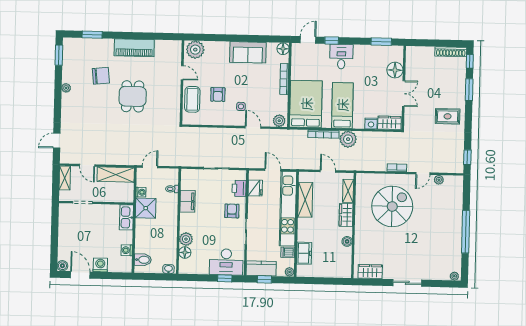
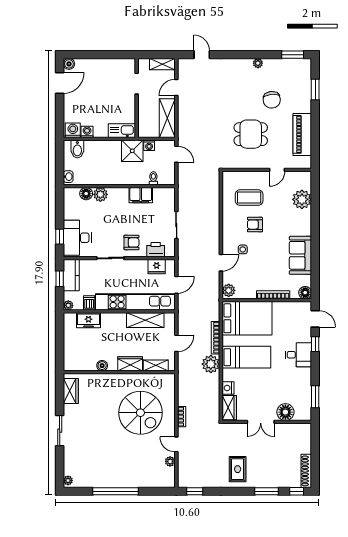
door: (182, 73) -> (277, 170), moved
wall: (182, 82) -> (267, 170), moved
washing machine: (100, 265) -> (73, 130), moved, turned -90

